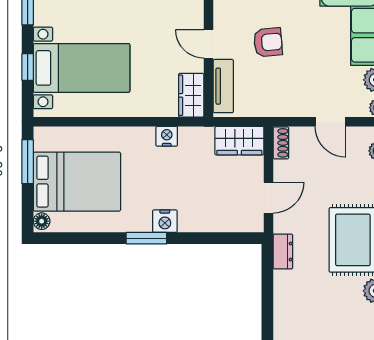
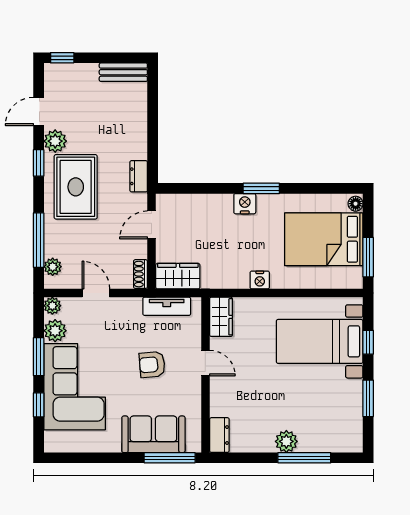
tv unit: (223, 86) -> (167, 306), moved, turned -90
nightstand: (167, 136) -> (260, 280), moved

